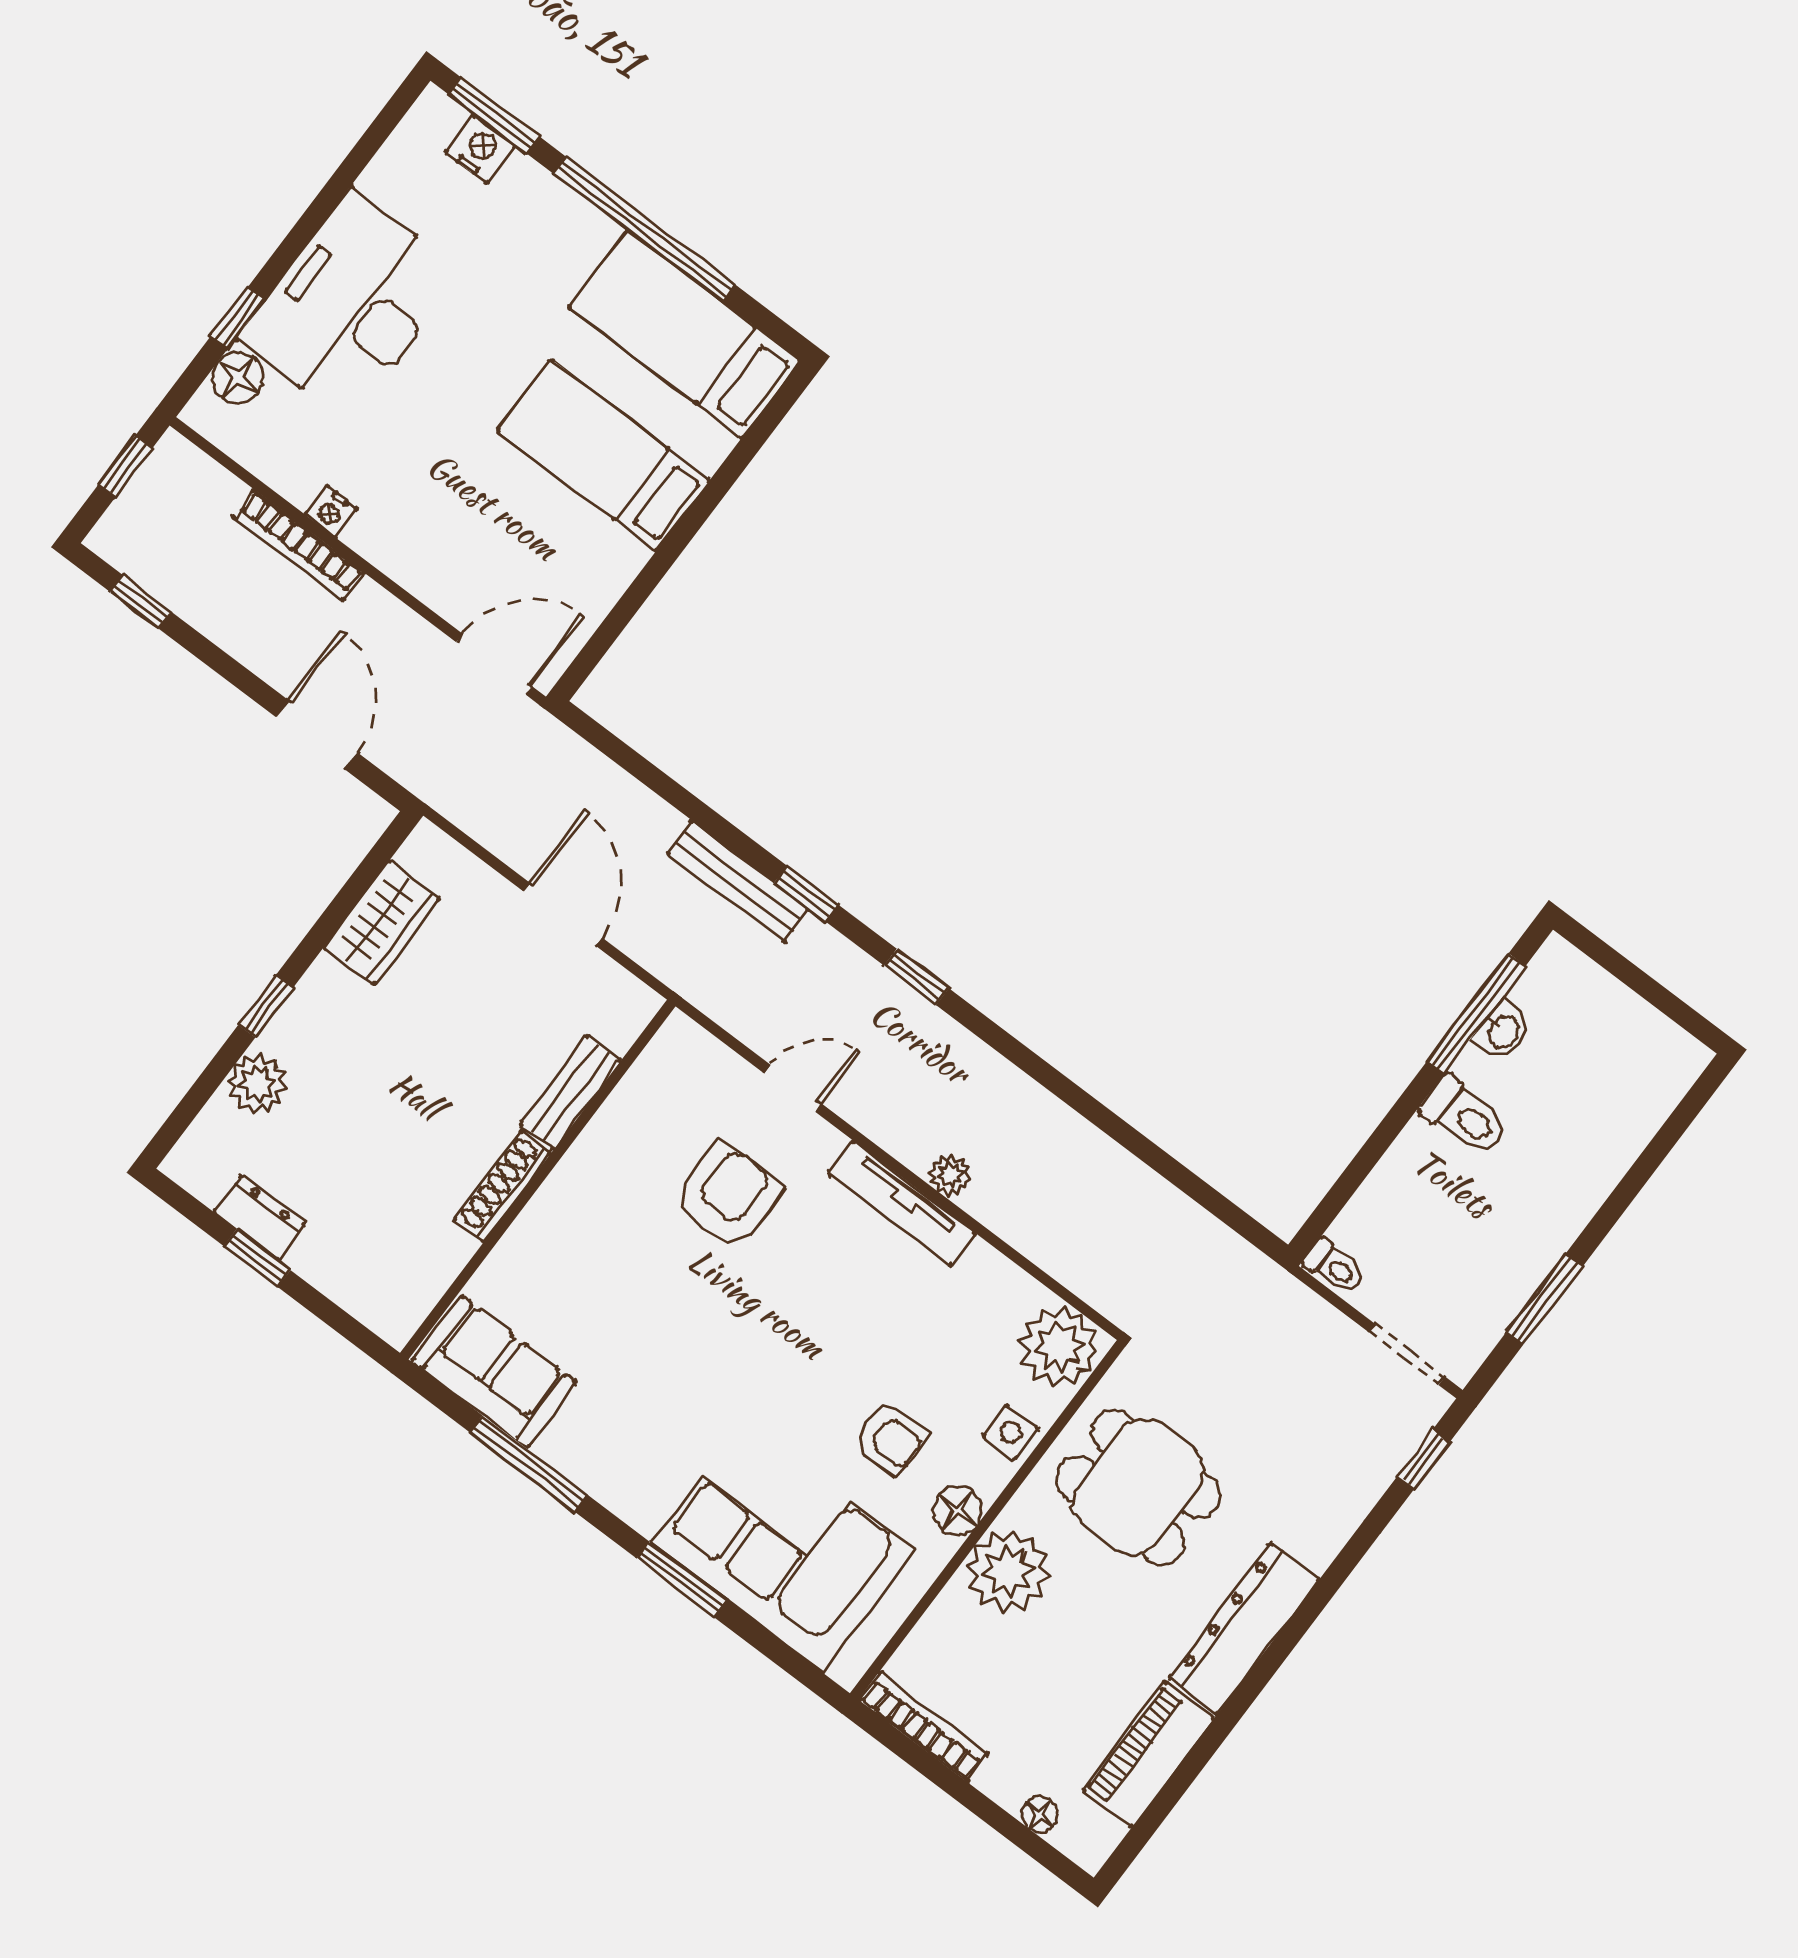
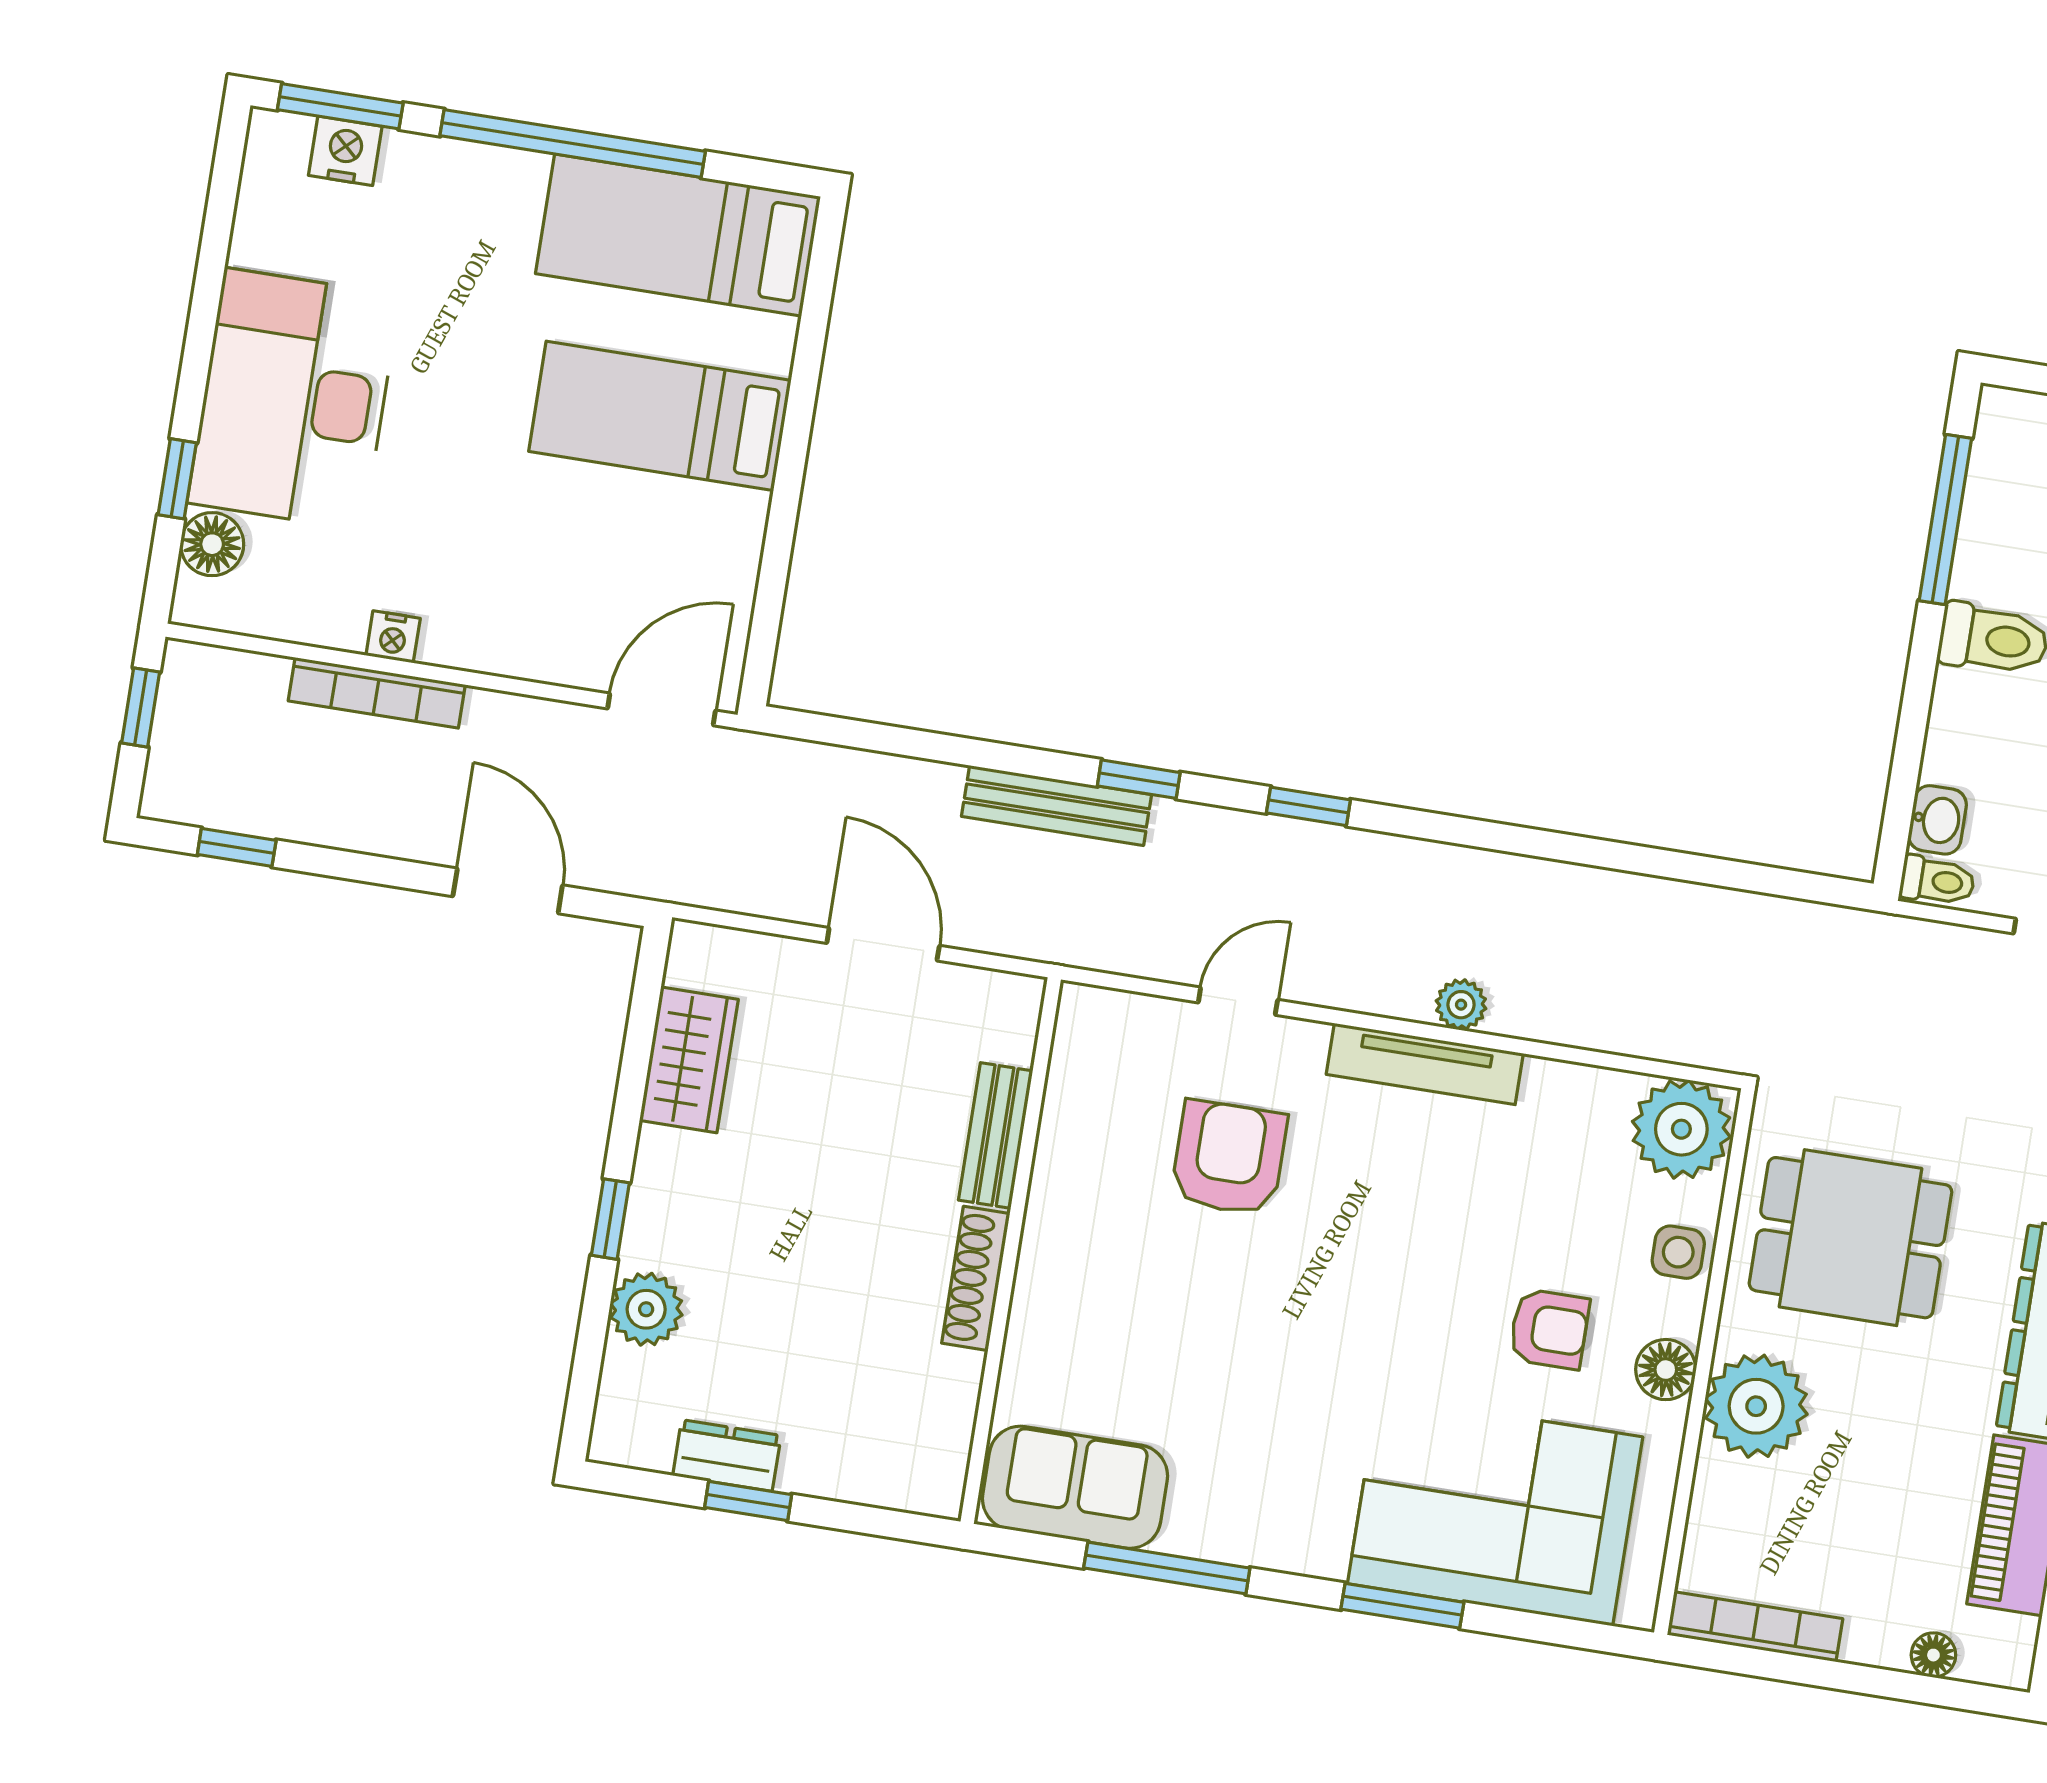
washbasin: (1503, 1031) -> (1937, 820), moved

